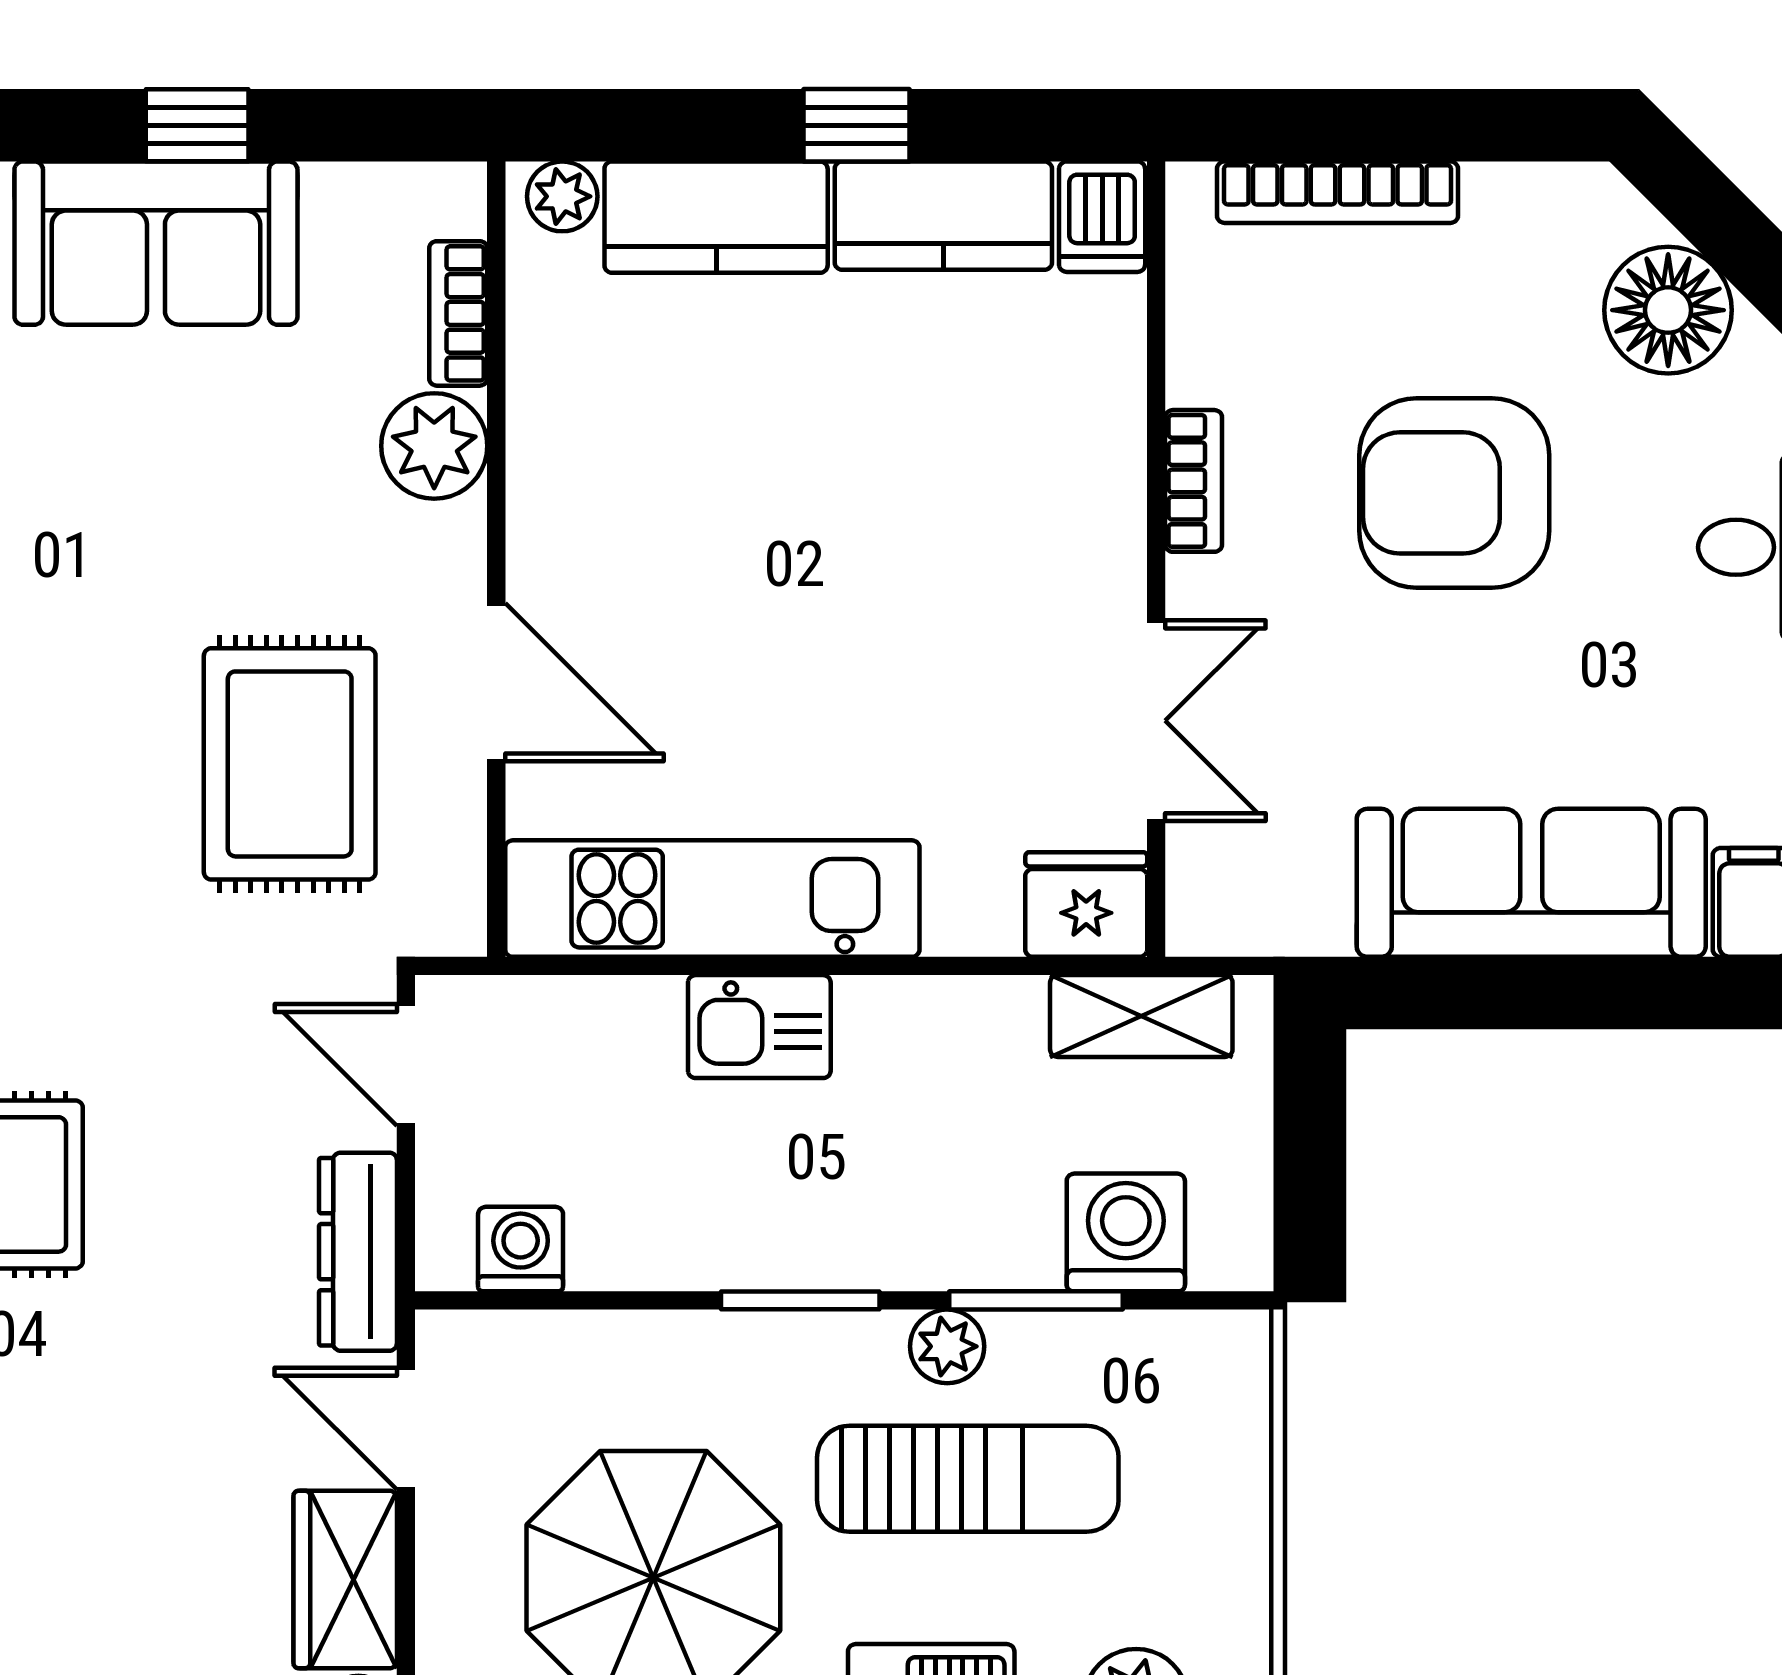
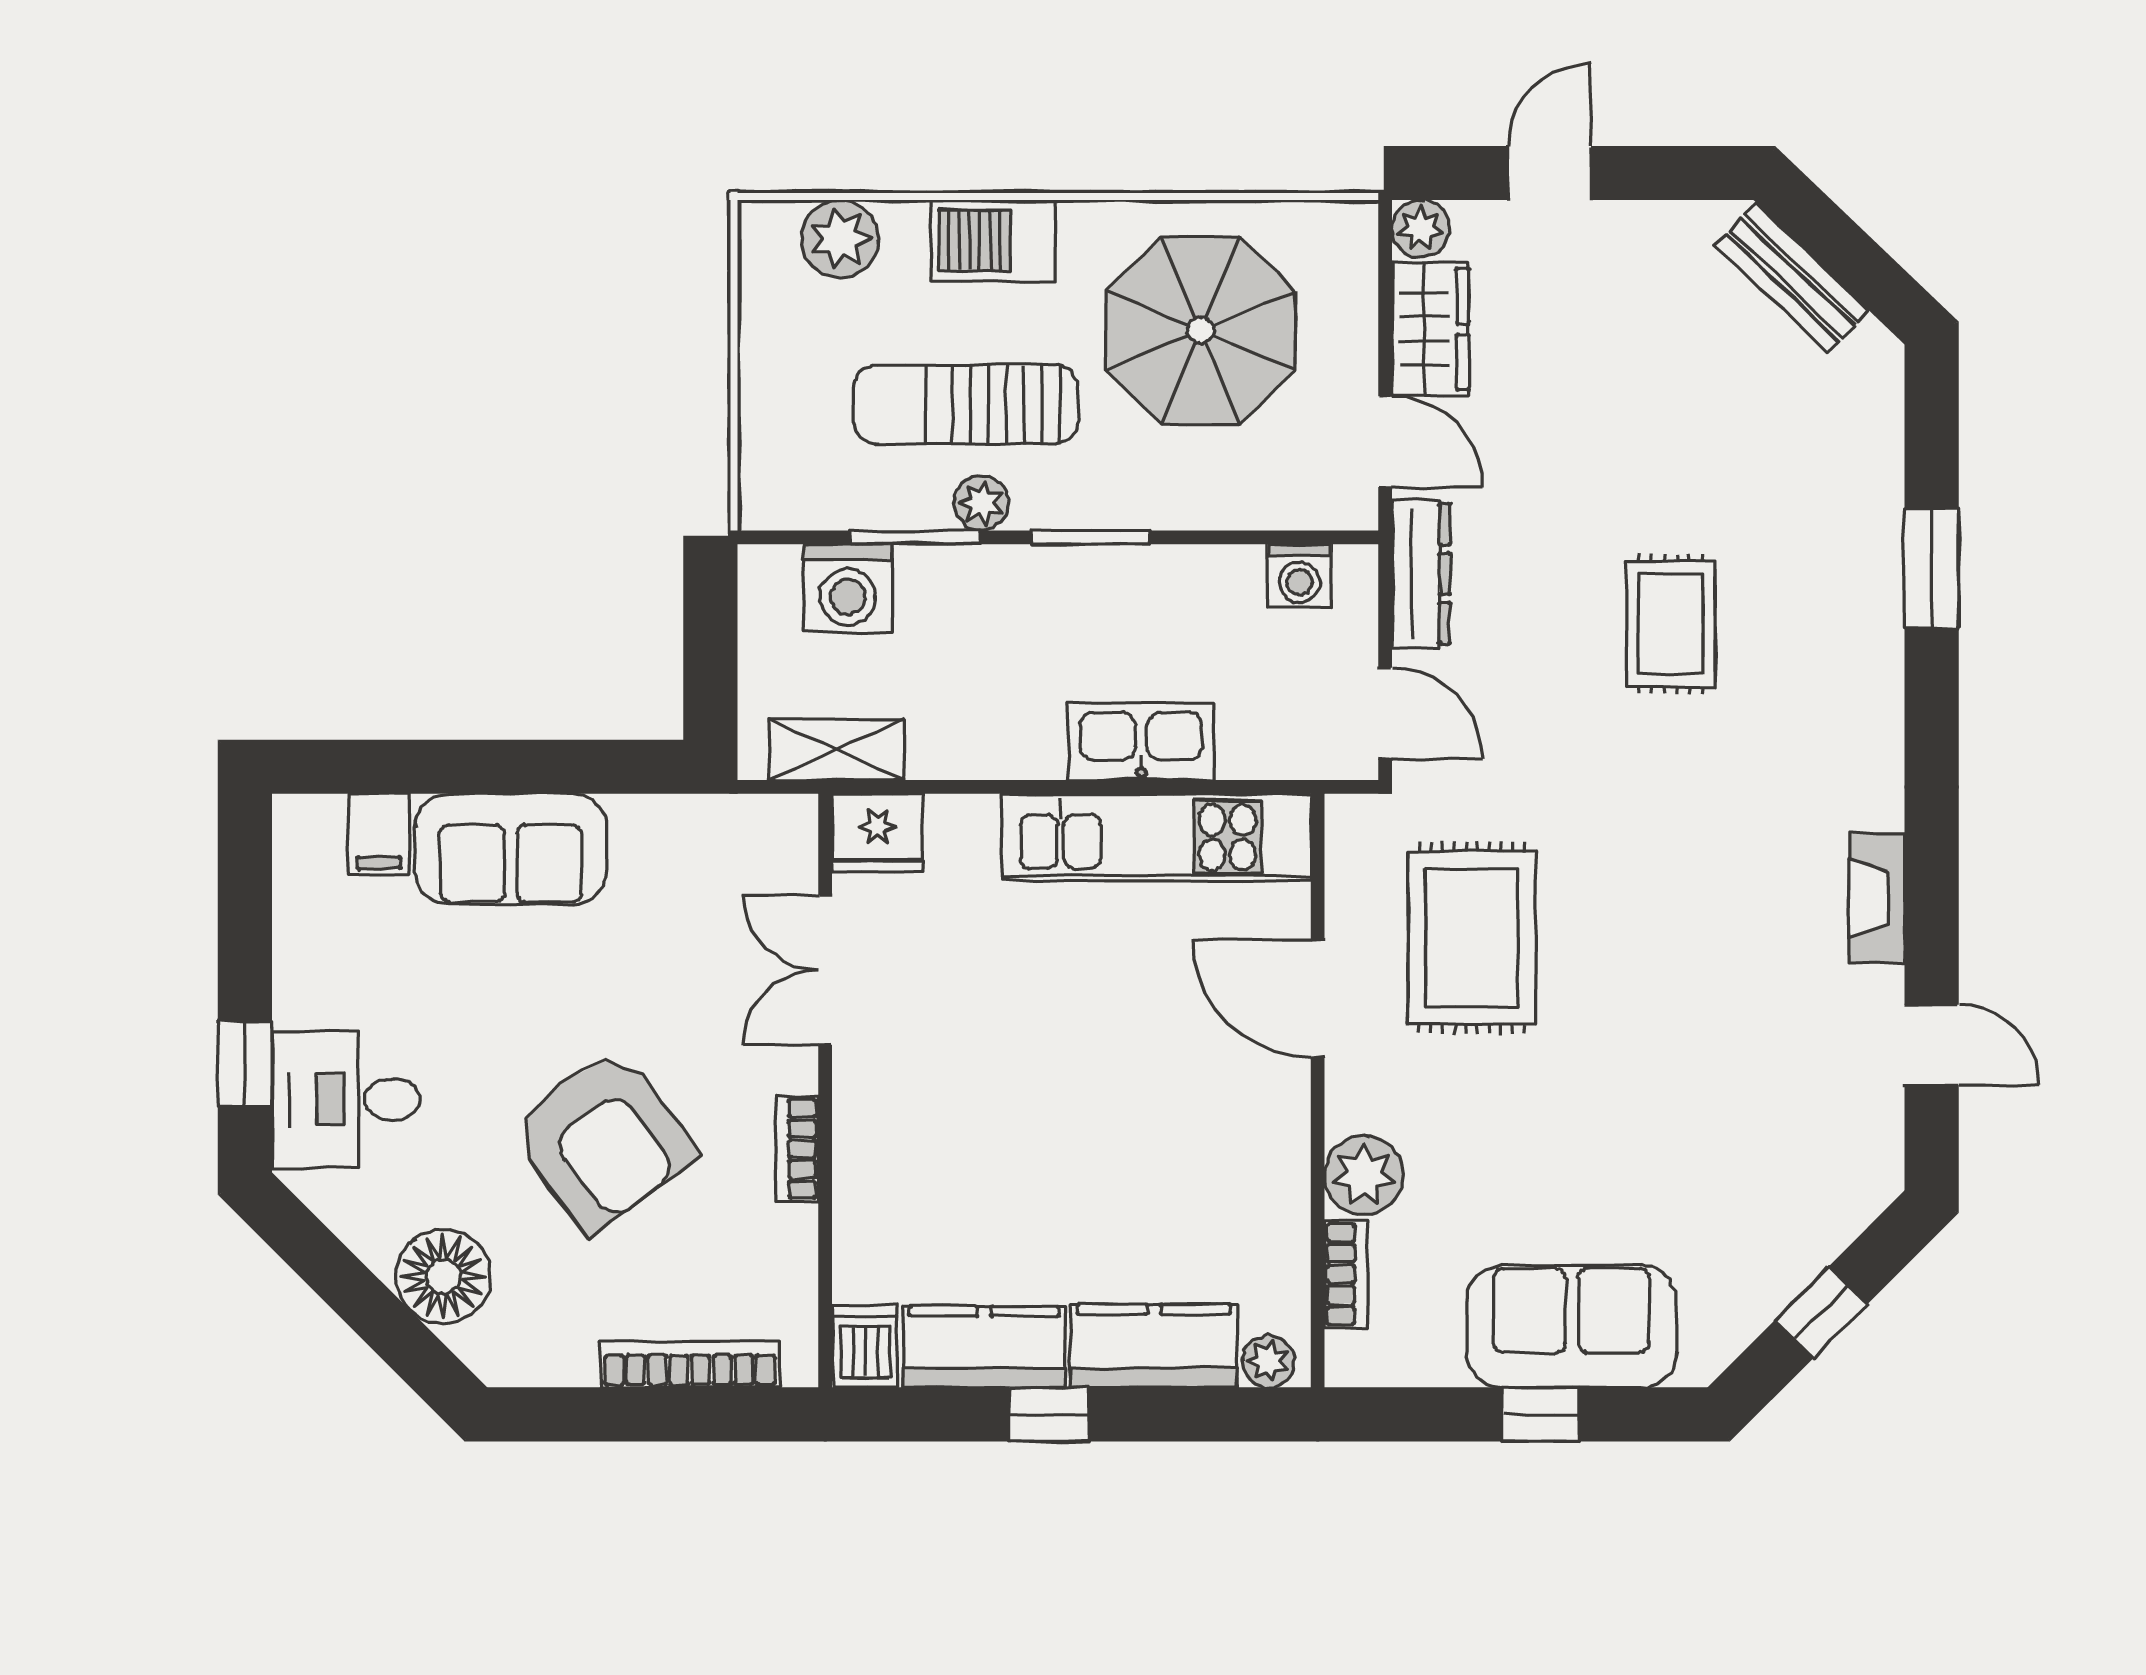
armchair: (1454, 493) -> (603, 1140), turned 53
sofa: (1531, 883) -> (511, 849), width x0.73
kitchen sink: (759, 1027) -> (1141, 742), width x1.38

